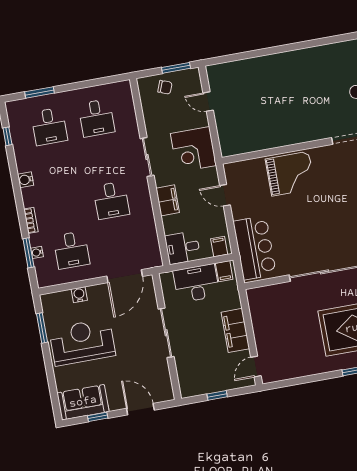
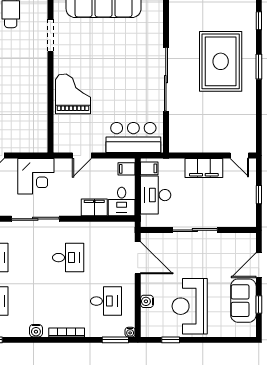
sliding door: (147, 157) -> (35, 219), width x1.37
filing cabinet: (168, 200) -> (94, 207), moved
bookcase: (31, 220) -> (67, 332), width x1.56
water cooler: (37, 252) -> (130, 332), moved
window: (28, 253) -> (115, 340), moved
window: (42, 328) -> (171, 340), width x0.67
sofa: (83, 402) -> (243, 301), moved

